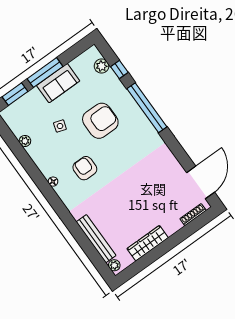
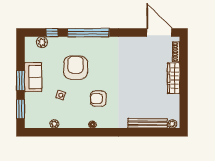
window: (45, 73) -> (21, 81), width x0.69
wardrobe: (148, 243) -> (174, 78), moved

